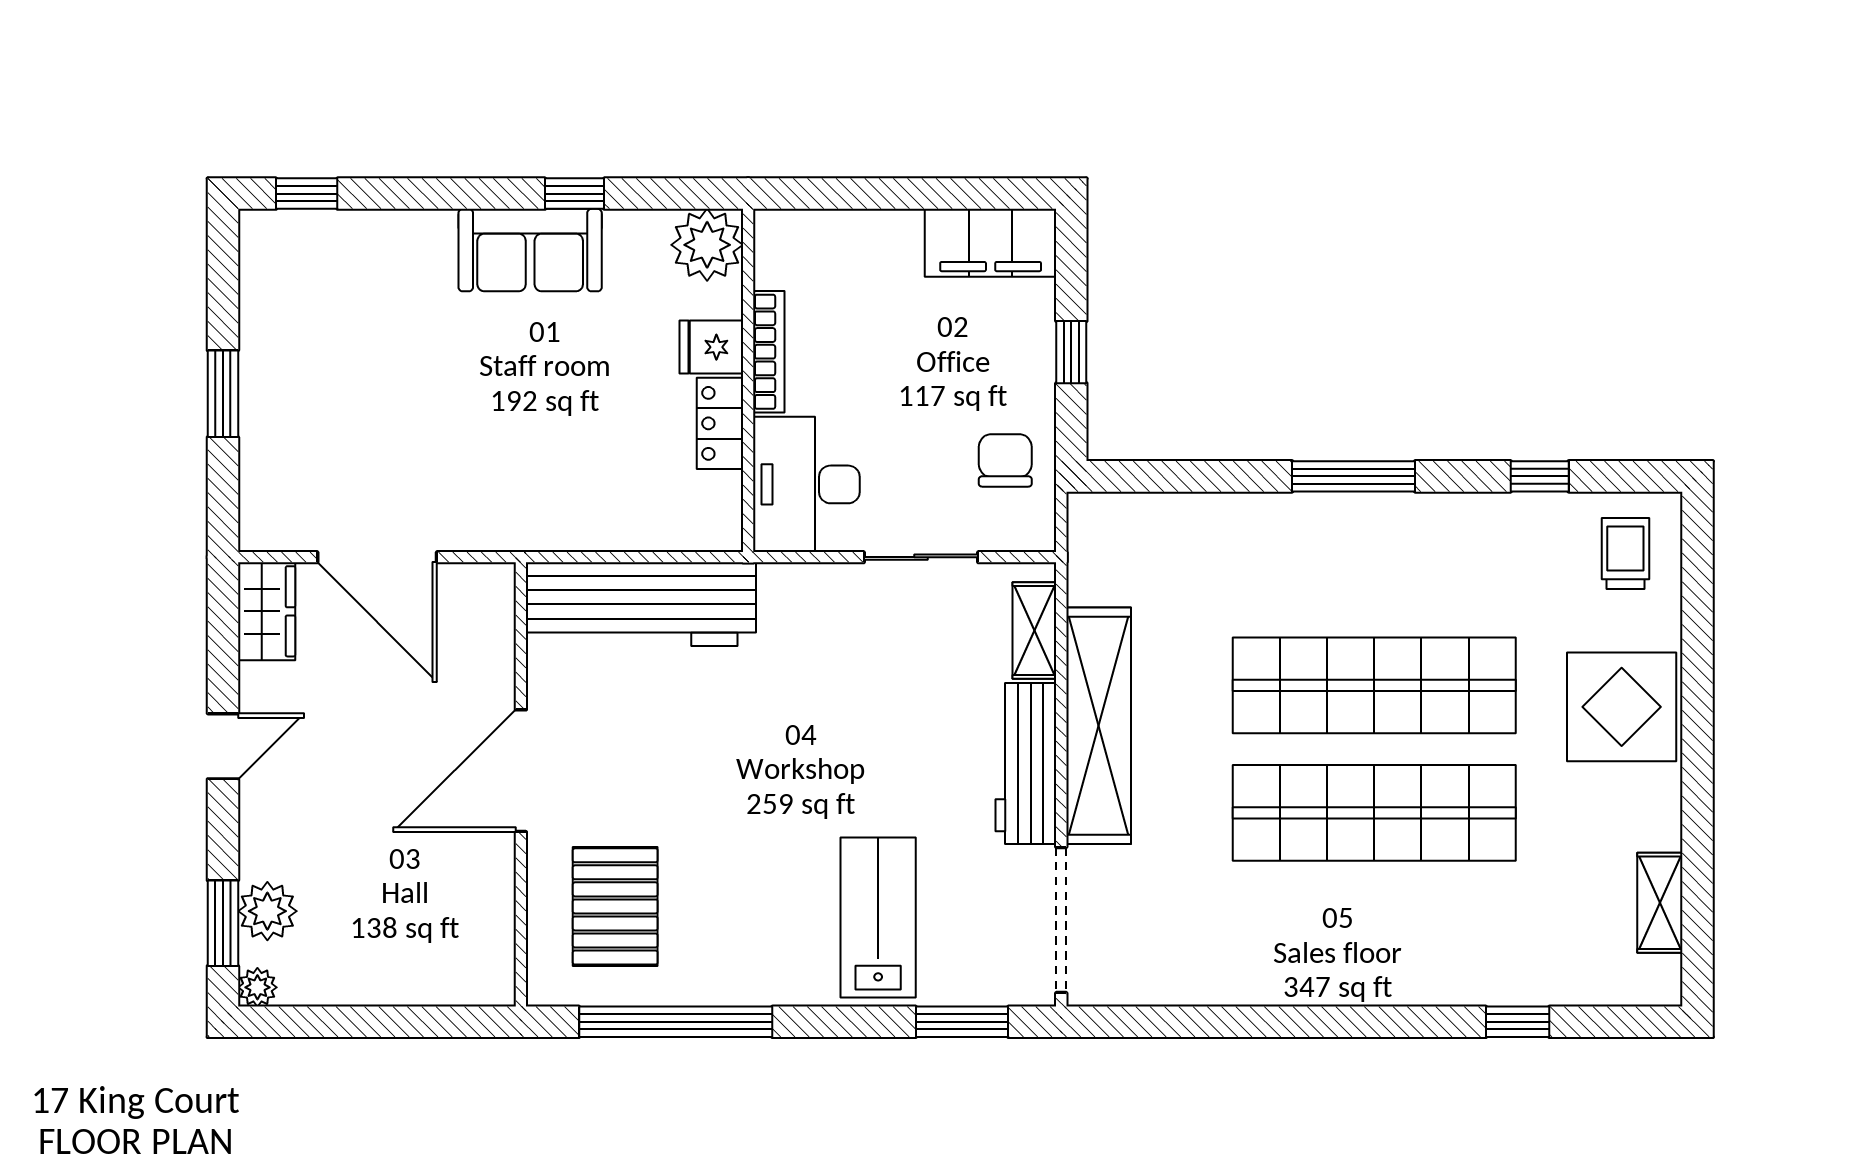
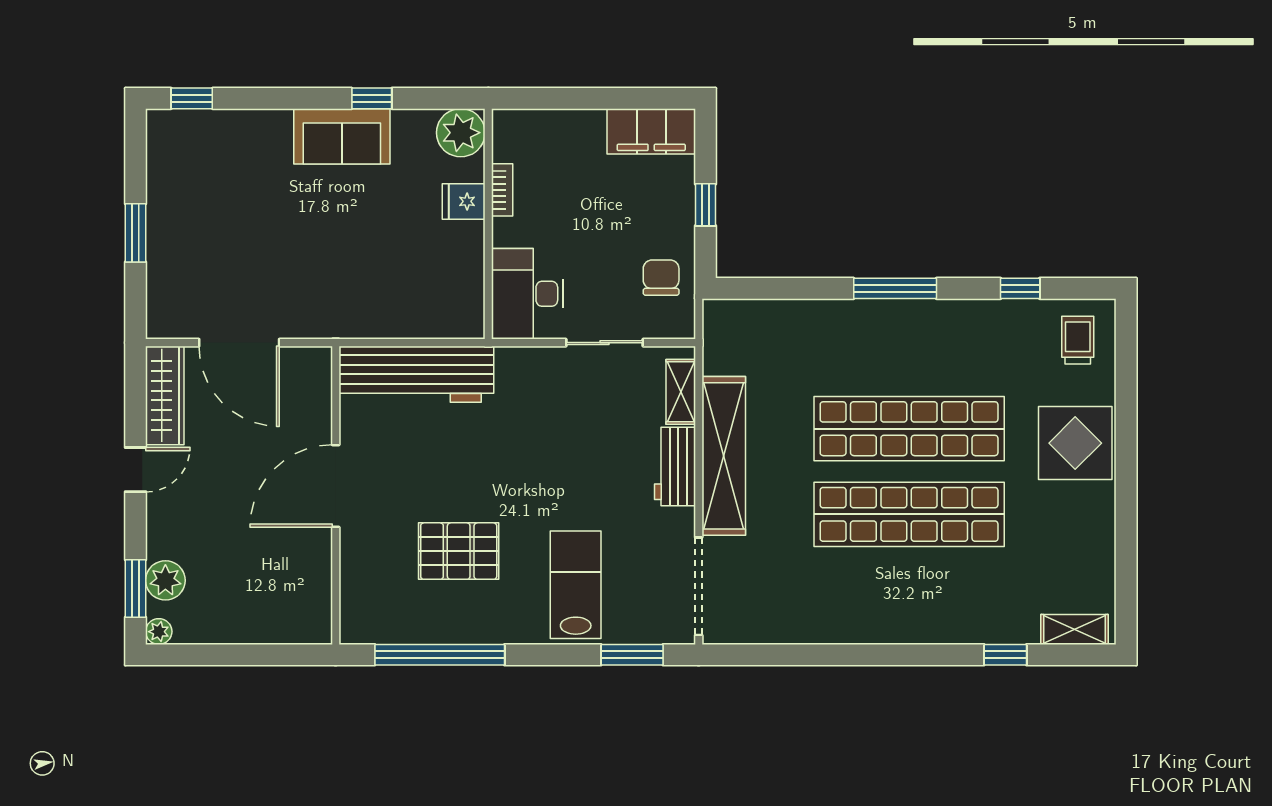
bookcase: (769, 352) -> (502, 190), width x0.64
locker: (720, 423) -> (469, 253), removed
wardrobe: (267, 611) -> (165, 395), width x1.50
workbench: (1026, 764) -> (675, 466), width x0.73
shelving: (1660, 903) -> (1074, 629), moved, turned 90
pallet: (615, 906) -> (459, 551), moved, turned 90

